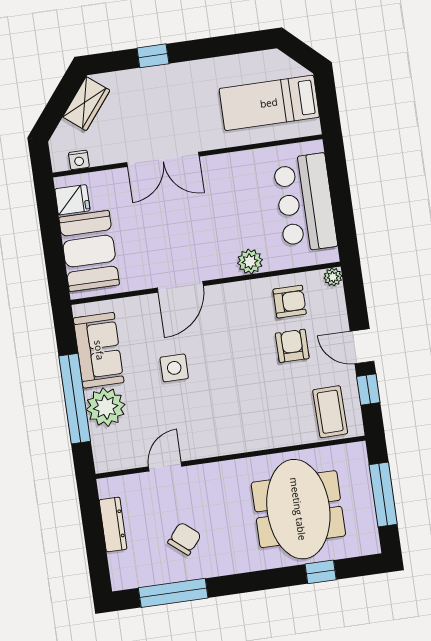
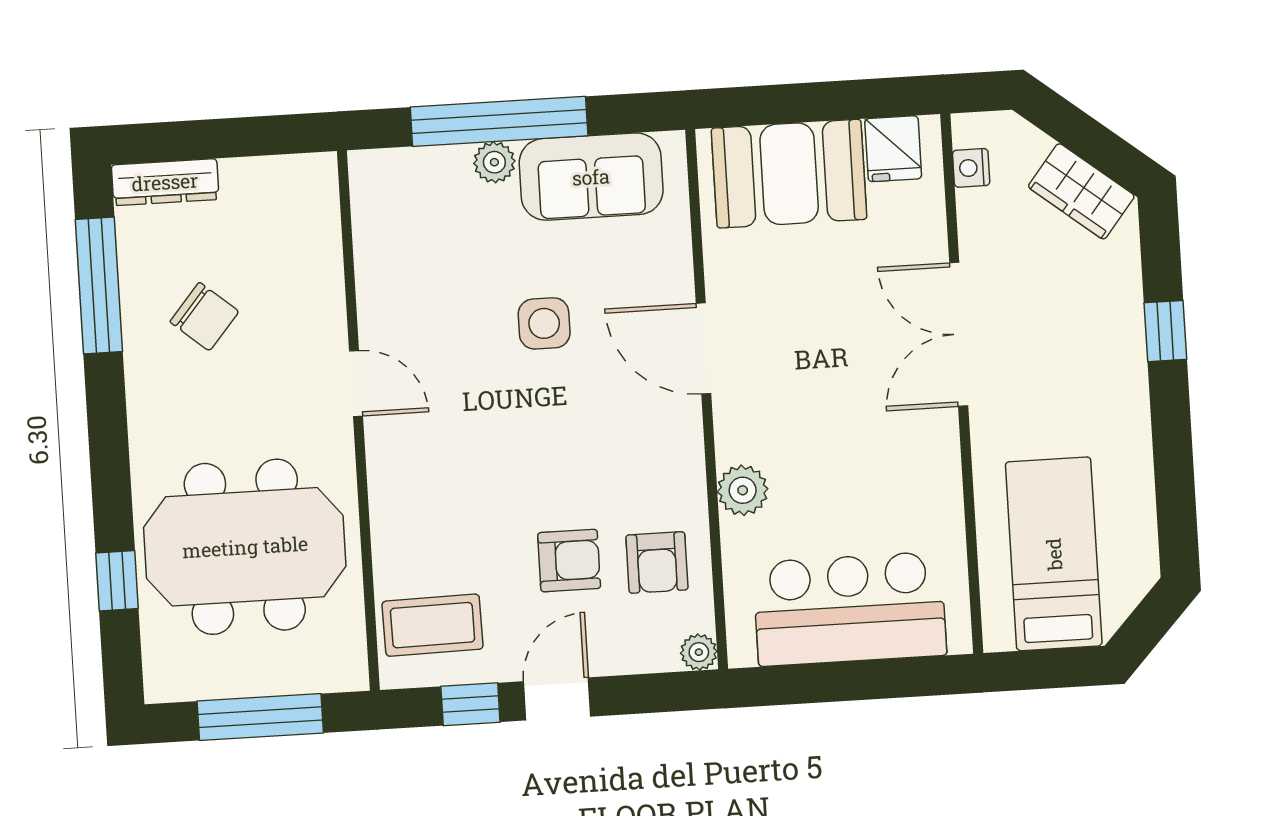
plant: (106, 407) -> (494, 162), width x0.53, depth x0.53
door: (165, 467) -> (356, 383), moved
dresser: (113, 524) -> (165, 182), moved

